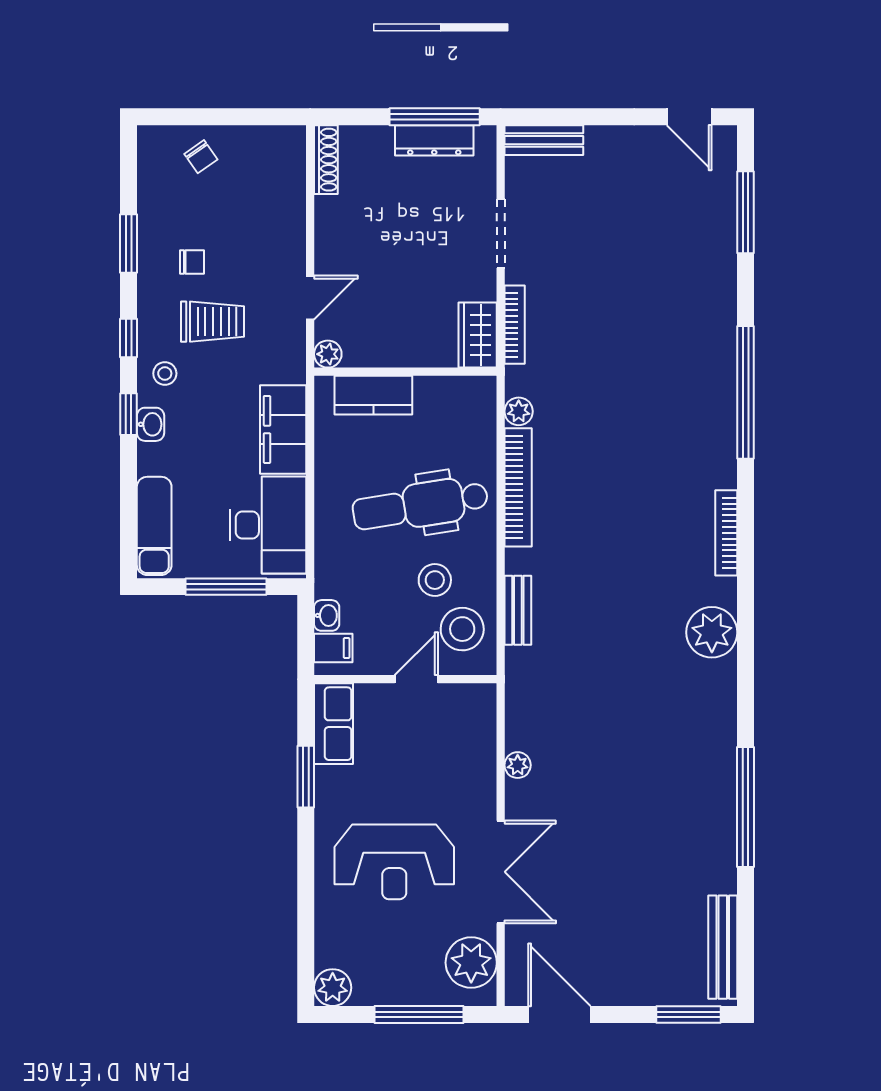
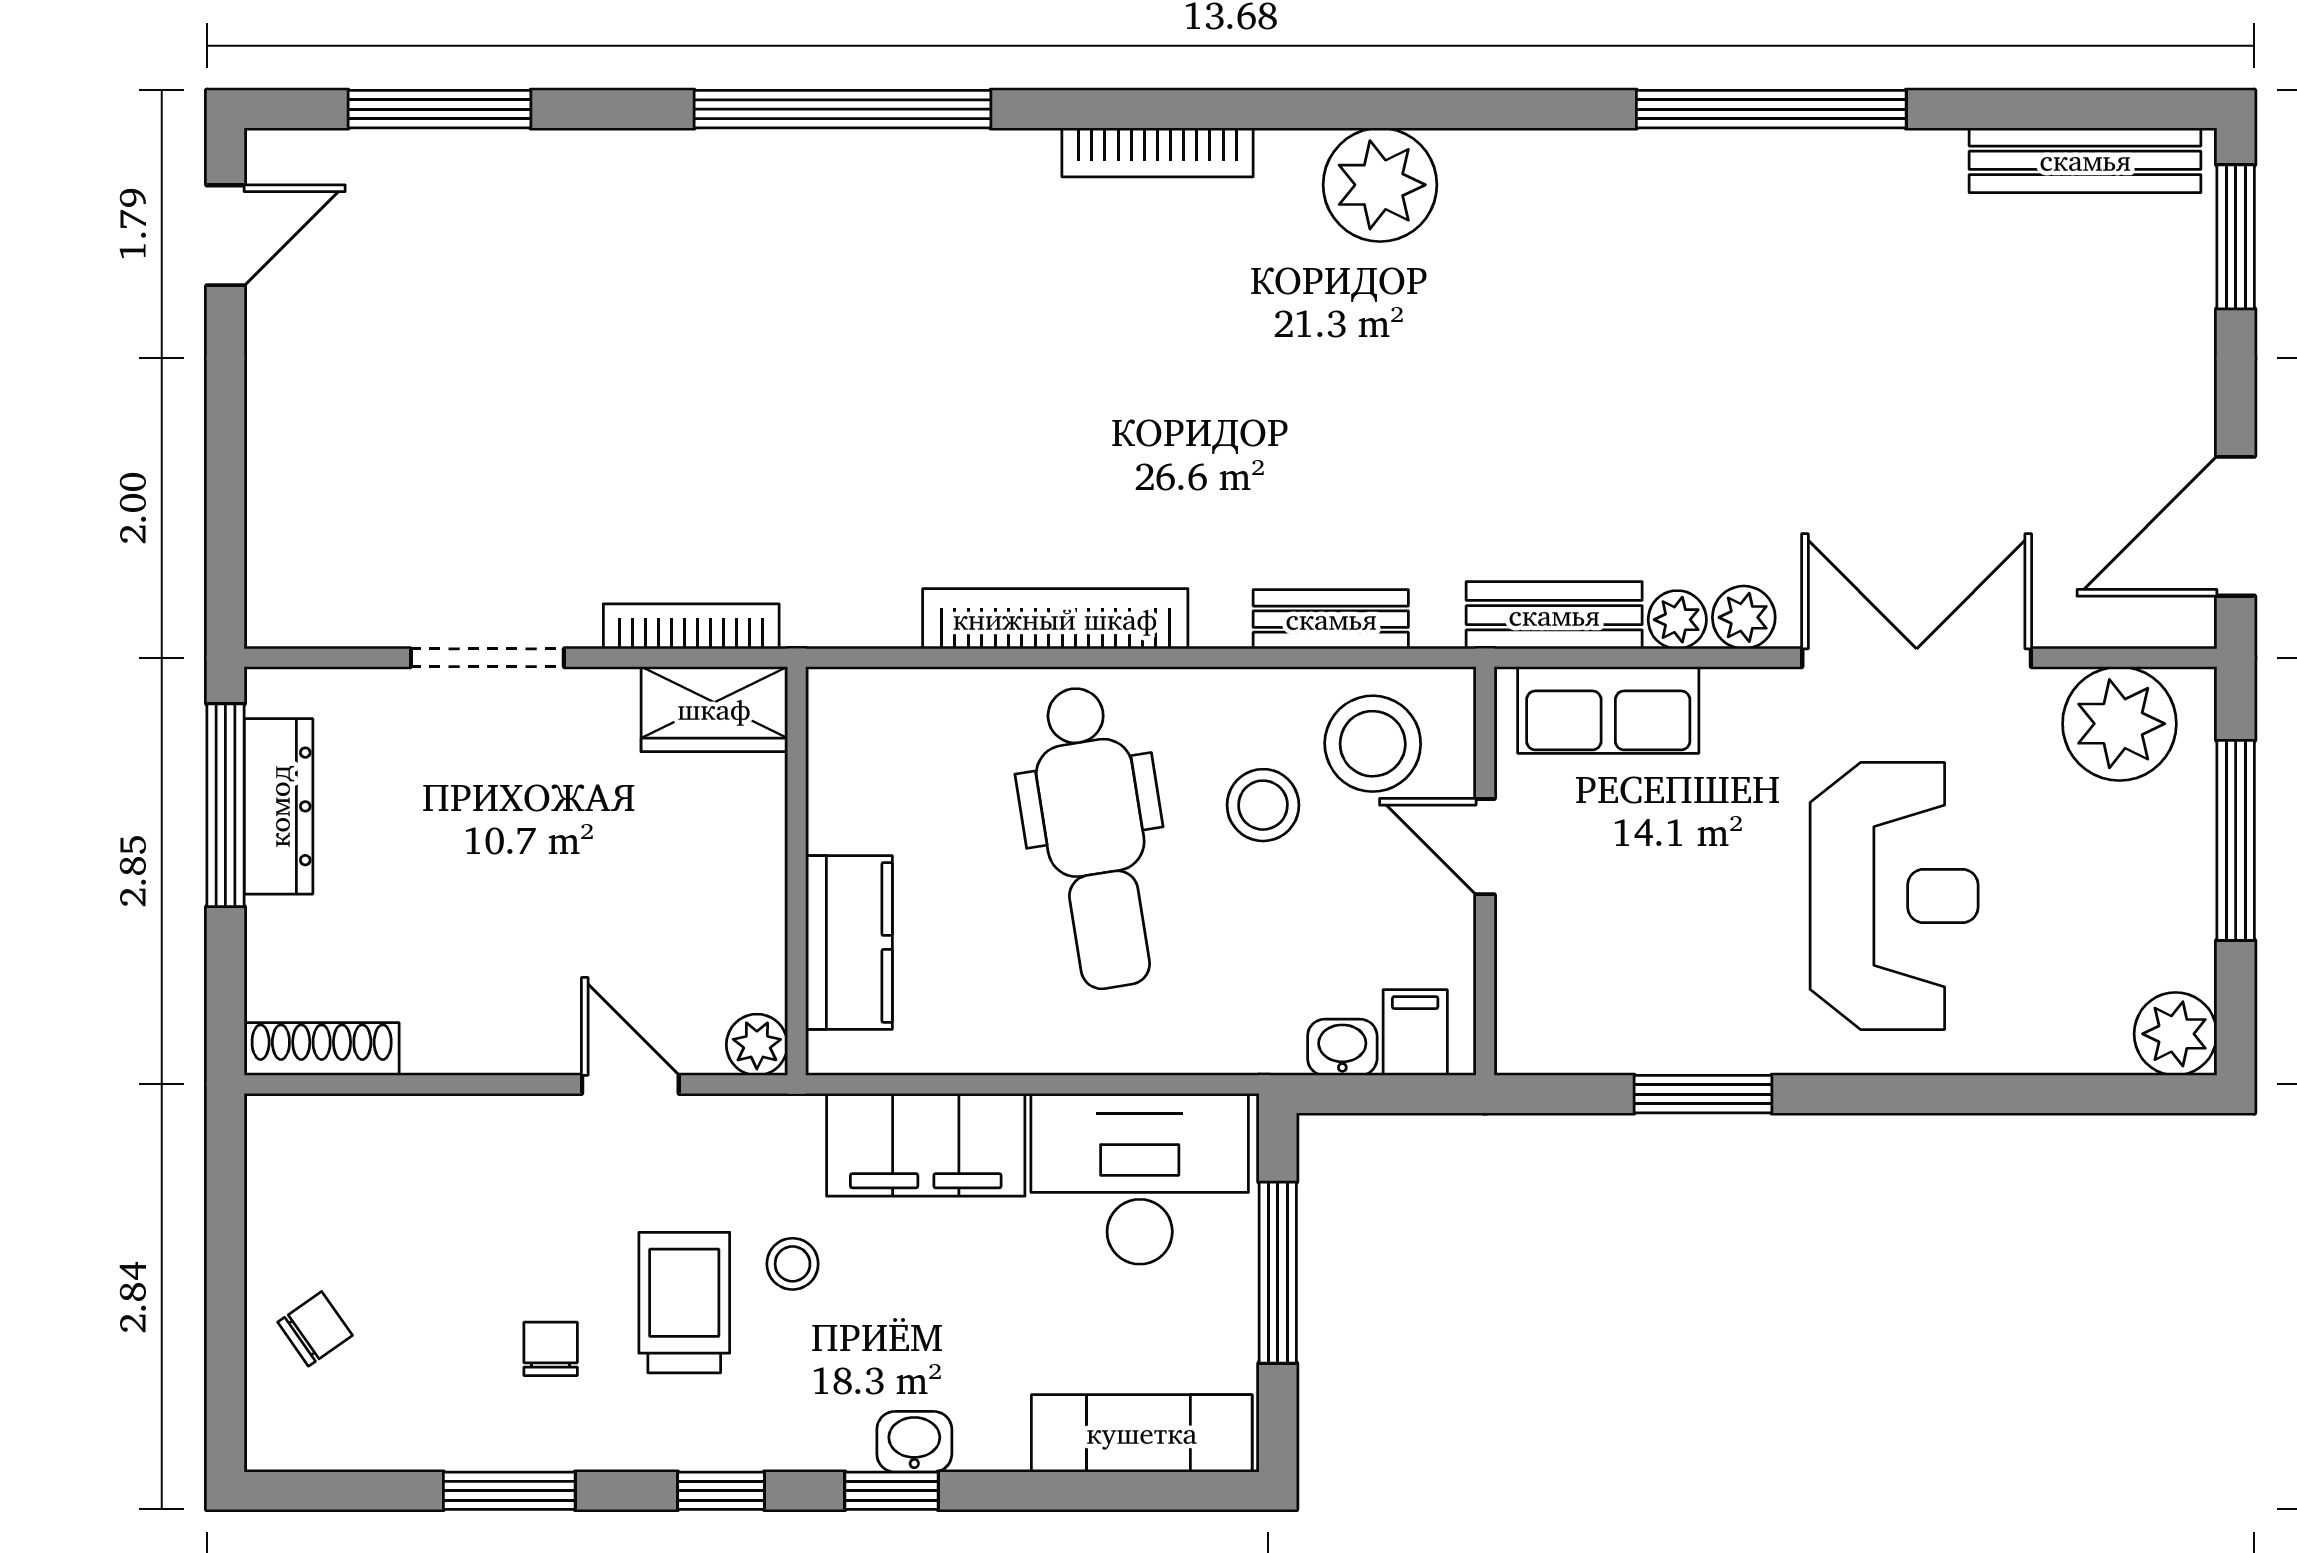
bench: (544, 140) -> (1554, 615), moved, turned 90
stool: (165, 373) -> (793, 1264), moved
plant: (519, 411) -> (1744, 617), moved
row of seats: (333, 724) -> (1608, 710), moved, turned 180

